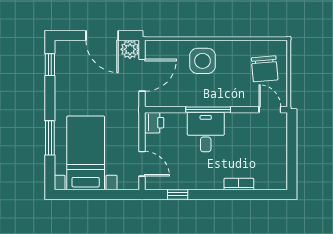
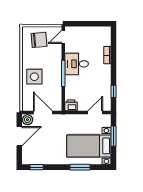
desk: (206, 132) -> (77, 64), moved
window: (102, 194) -> (113, 136), added

